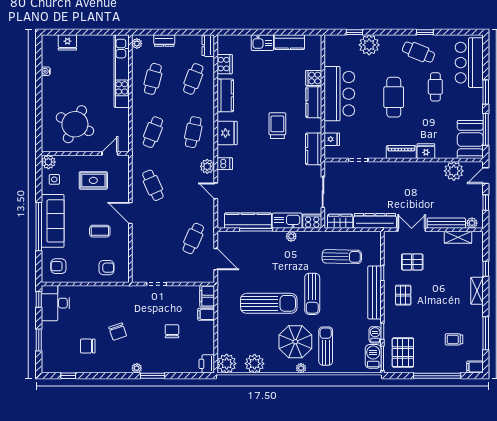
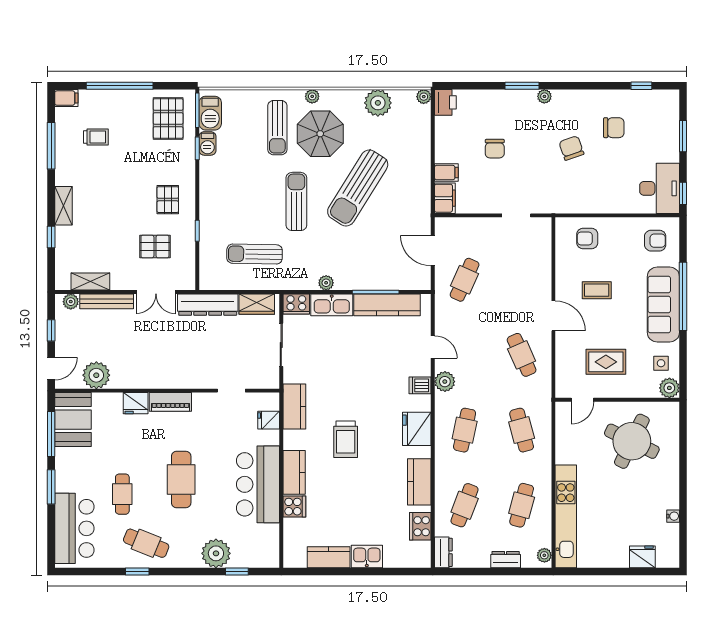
cafe table: (153, 132) -> (522, 430), turned -36
bench: (374, 292) -> (208, 203), removed
sun lounger: (269, 303) -> (358, 188), turned -58
plant: (227, 364) -> (424, 97), width x0.53, depth x0.53

